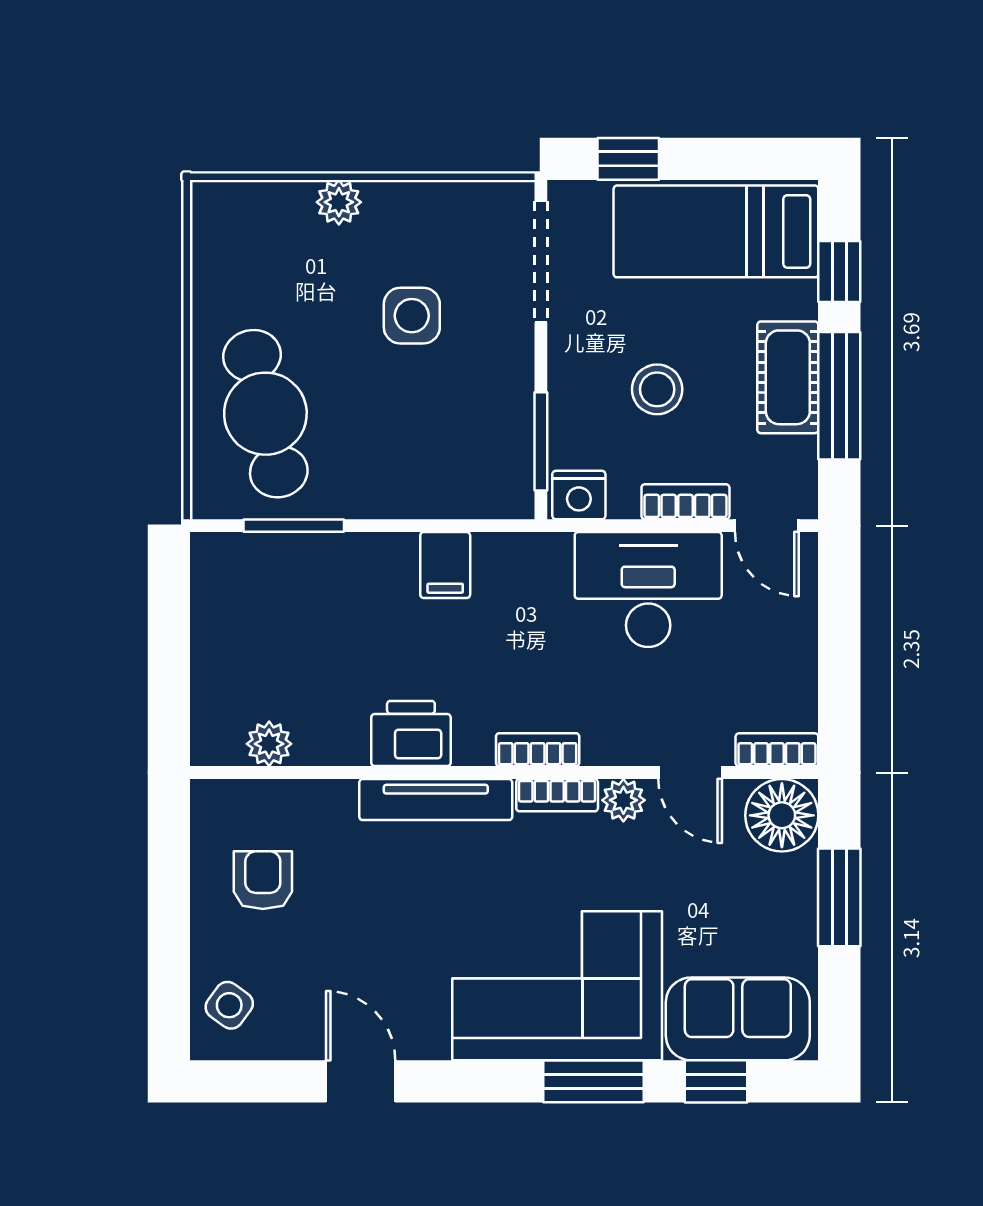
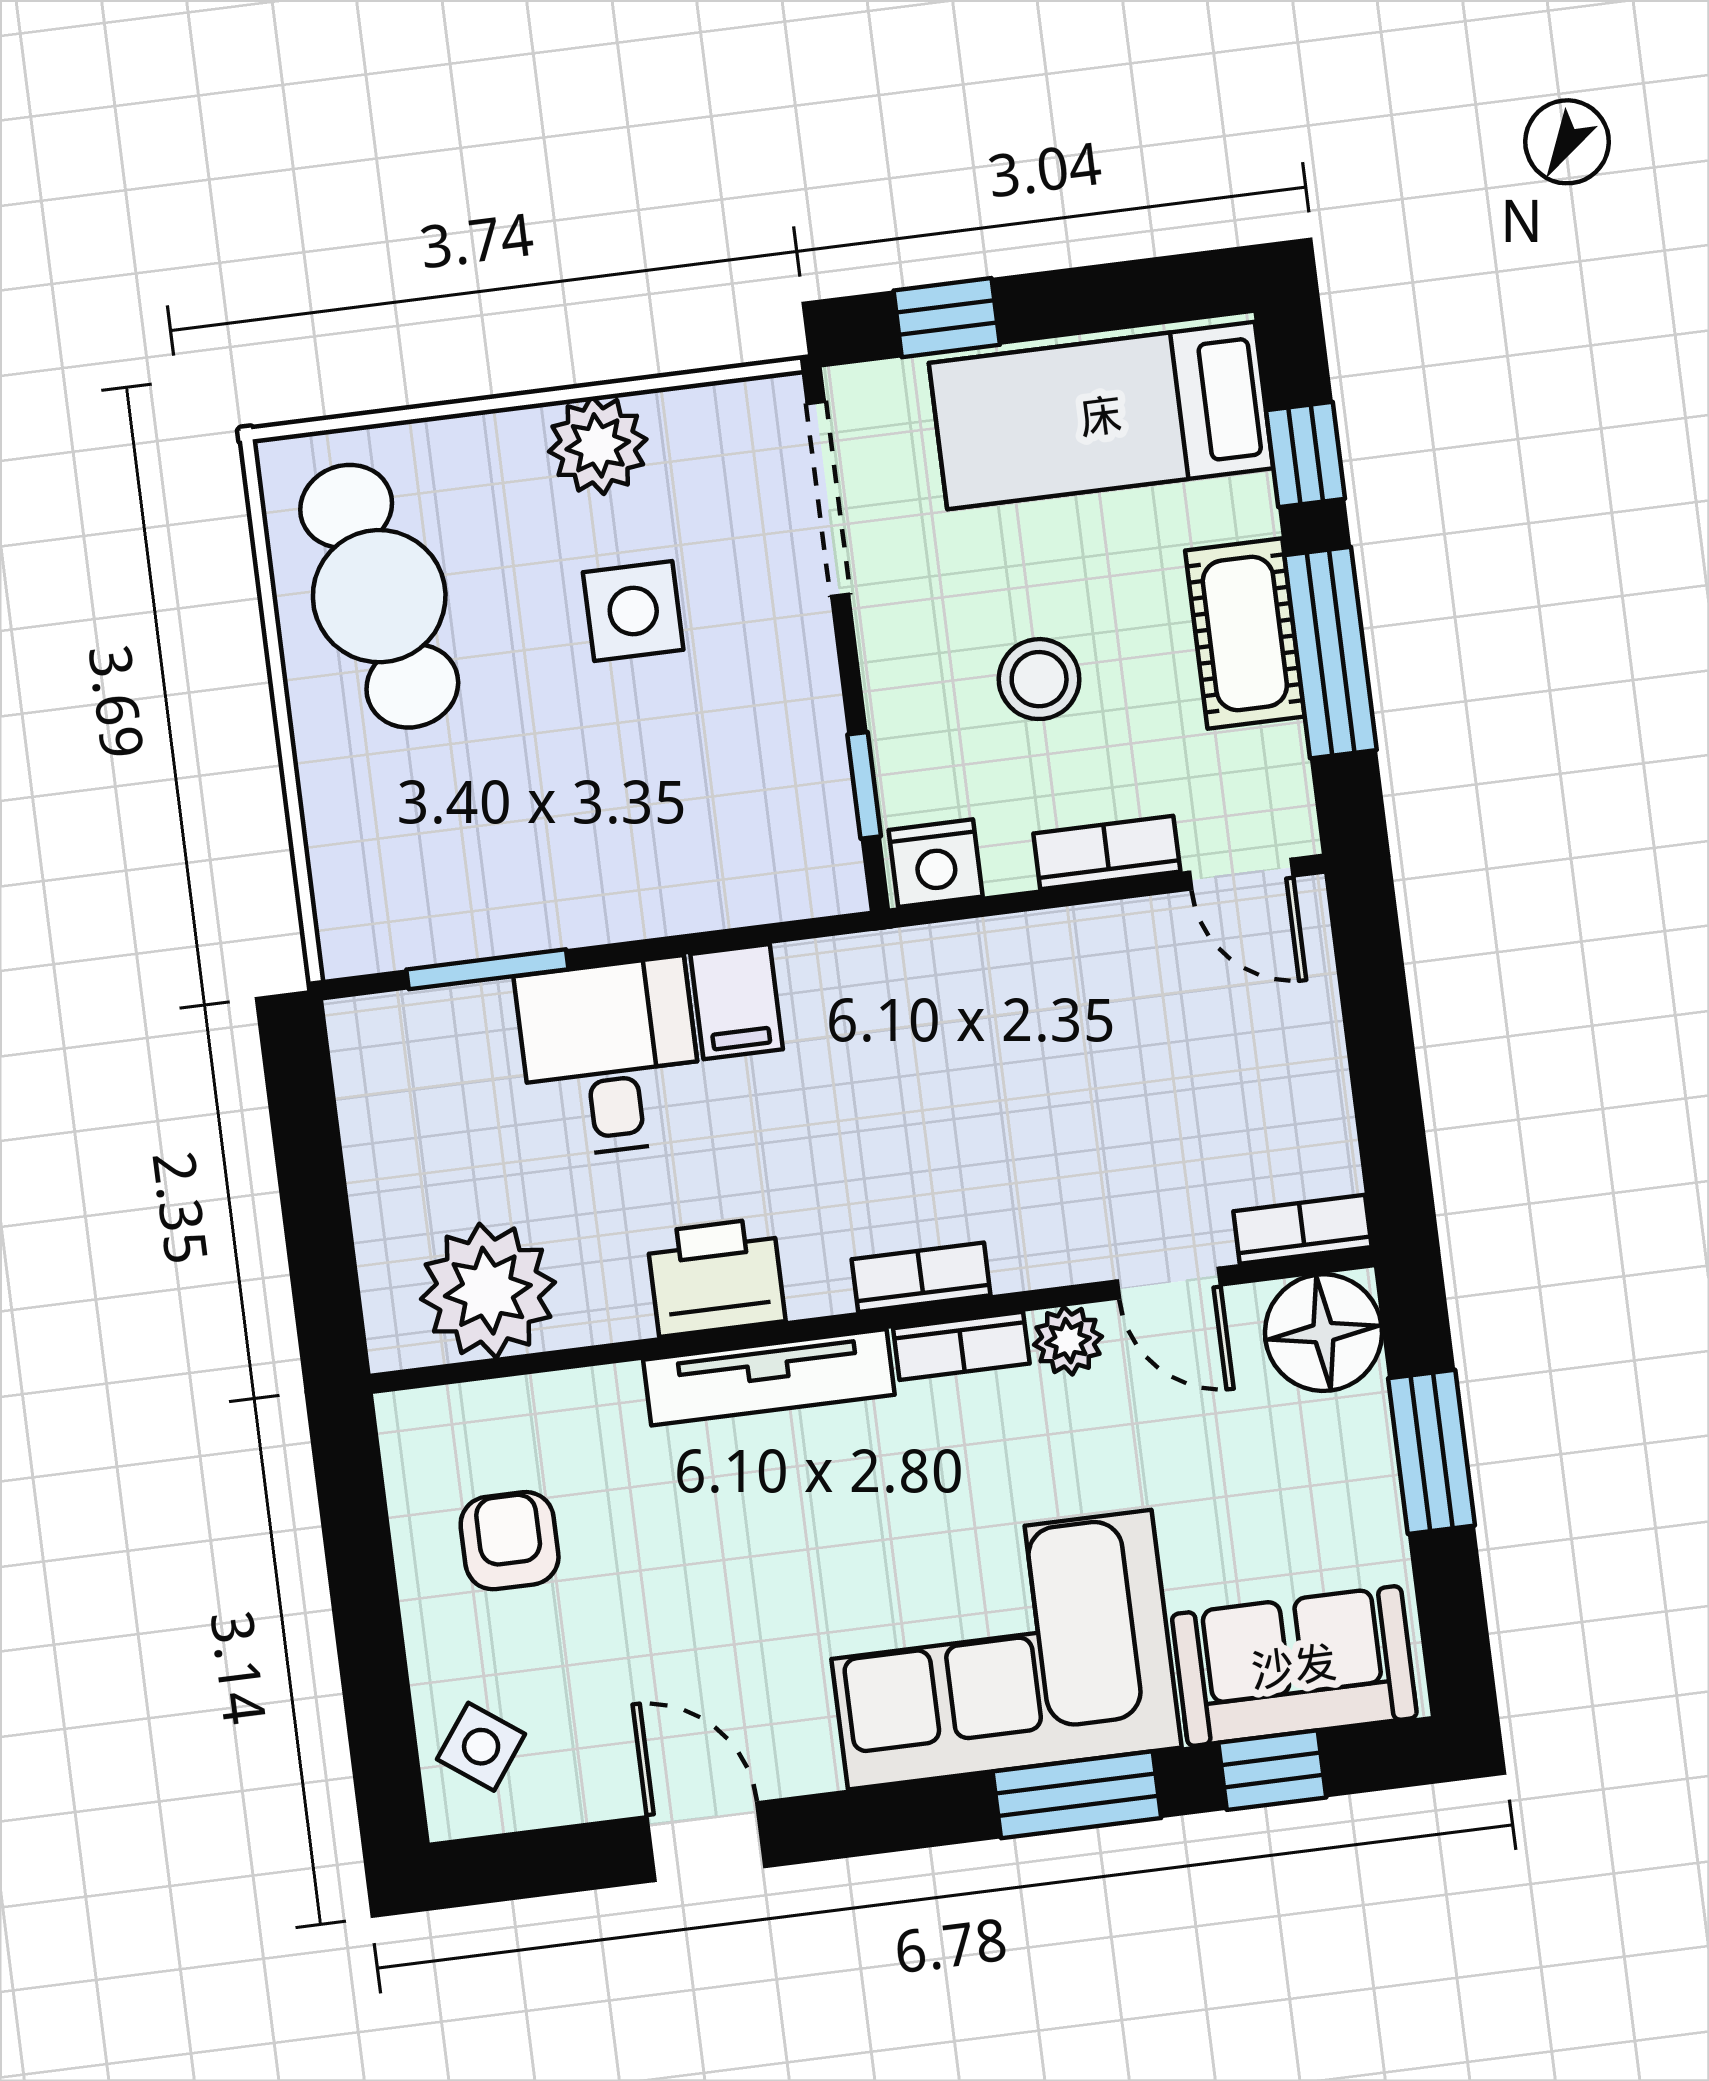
plant: (339, 202) -> (598, 445), moved, width x1.38, depth x1.38
cafe table: (265, 414) -> (379, 596), moved
window: (541, 441) -> (864, 785), width x0.67
desk: (648, 590) -> (610, 1057), moved, width x0.73
plant: (269, 744) -> (488, 1291), width x1.87, depth x1.87

